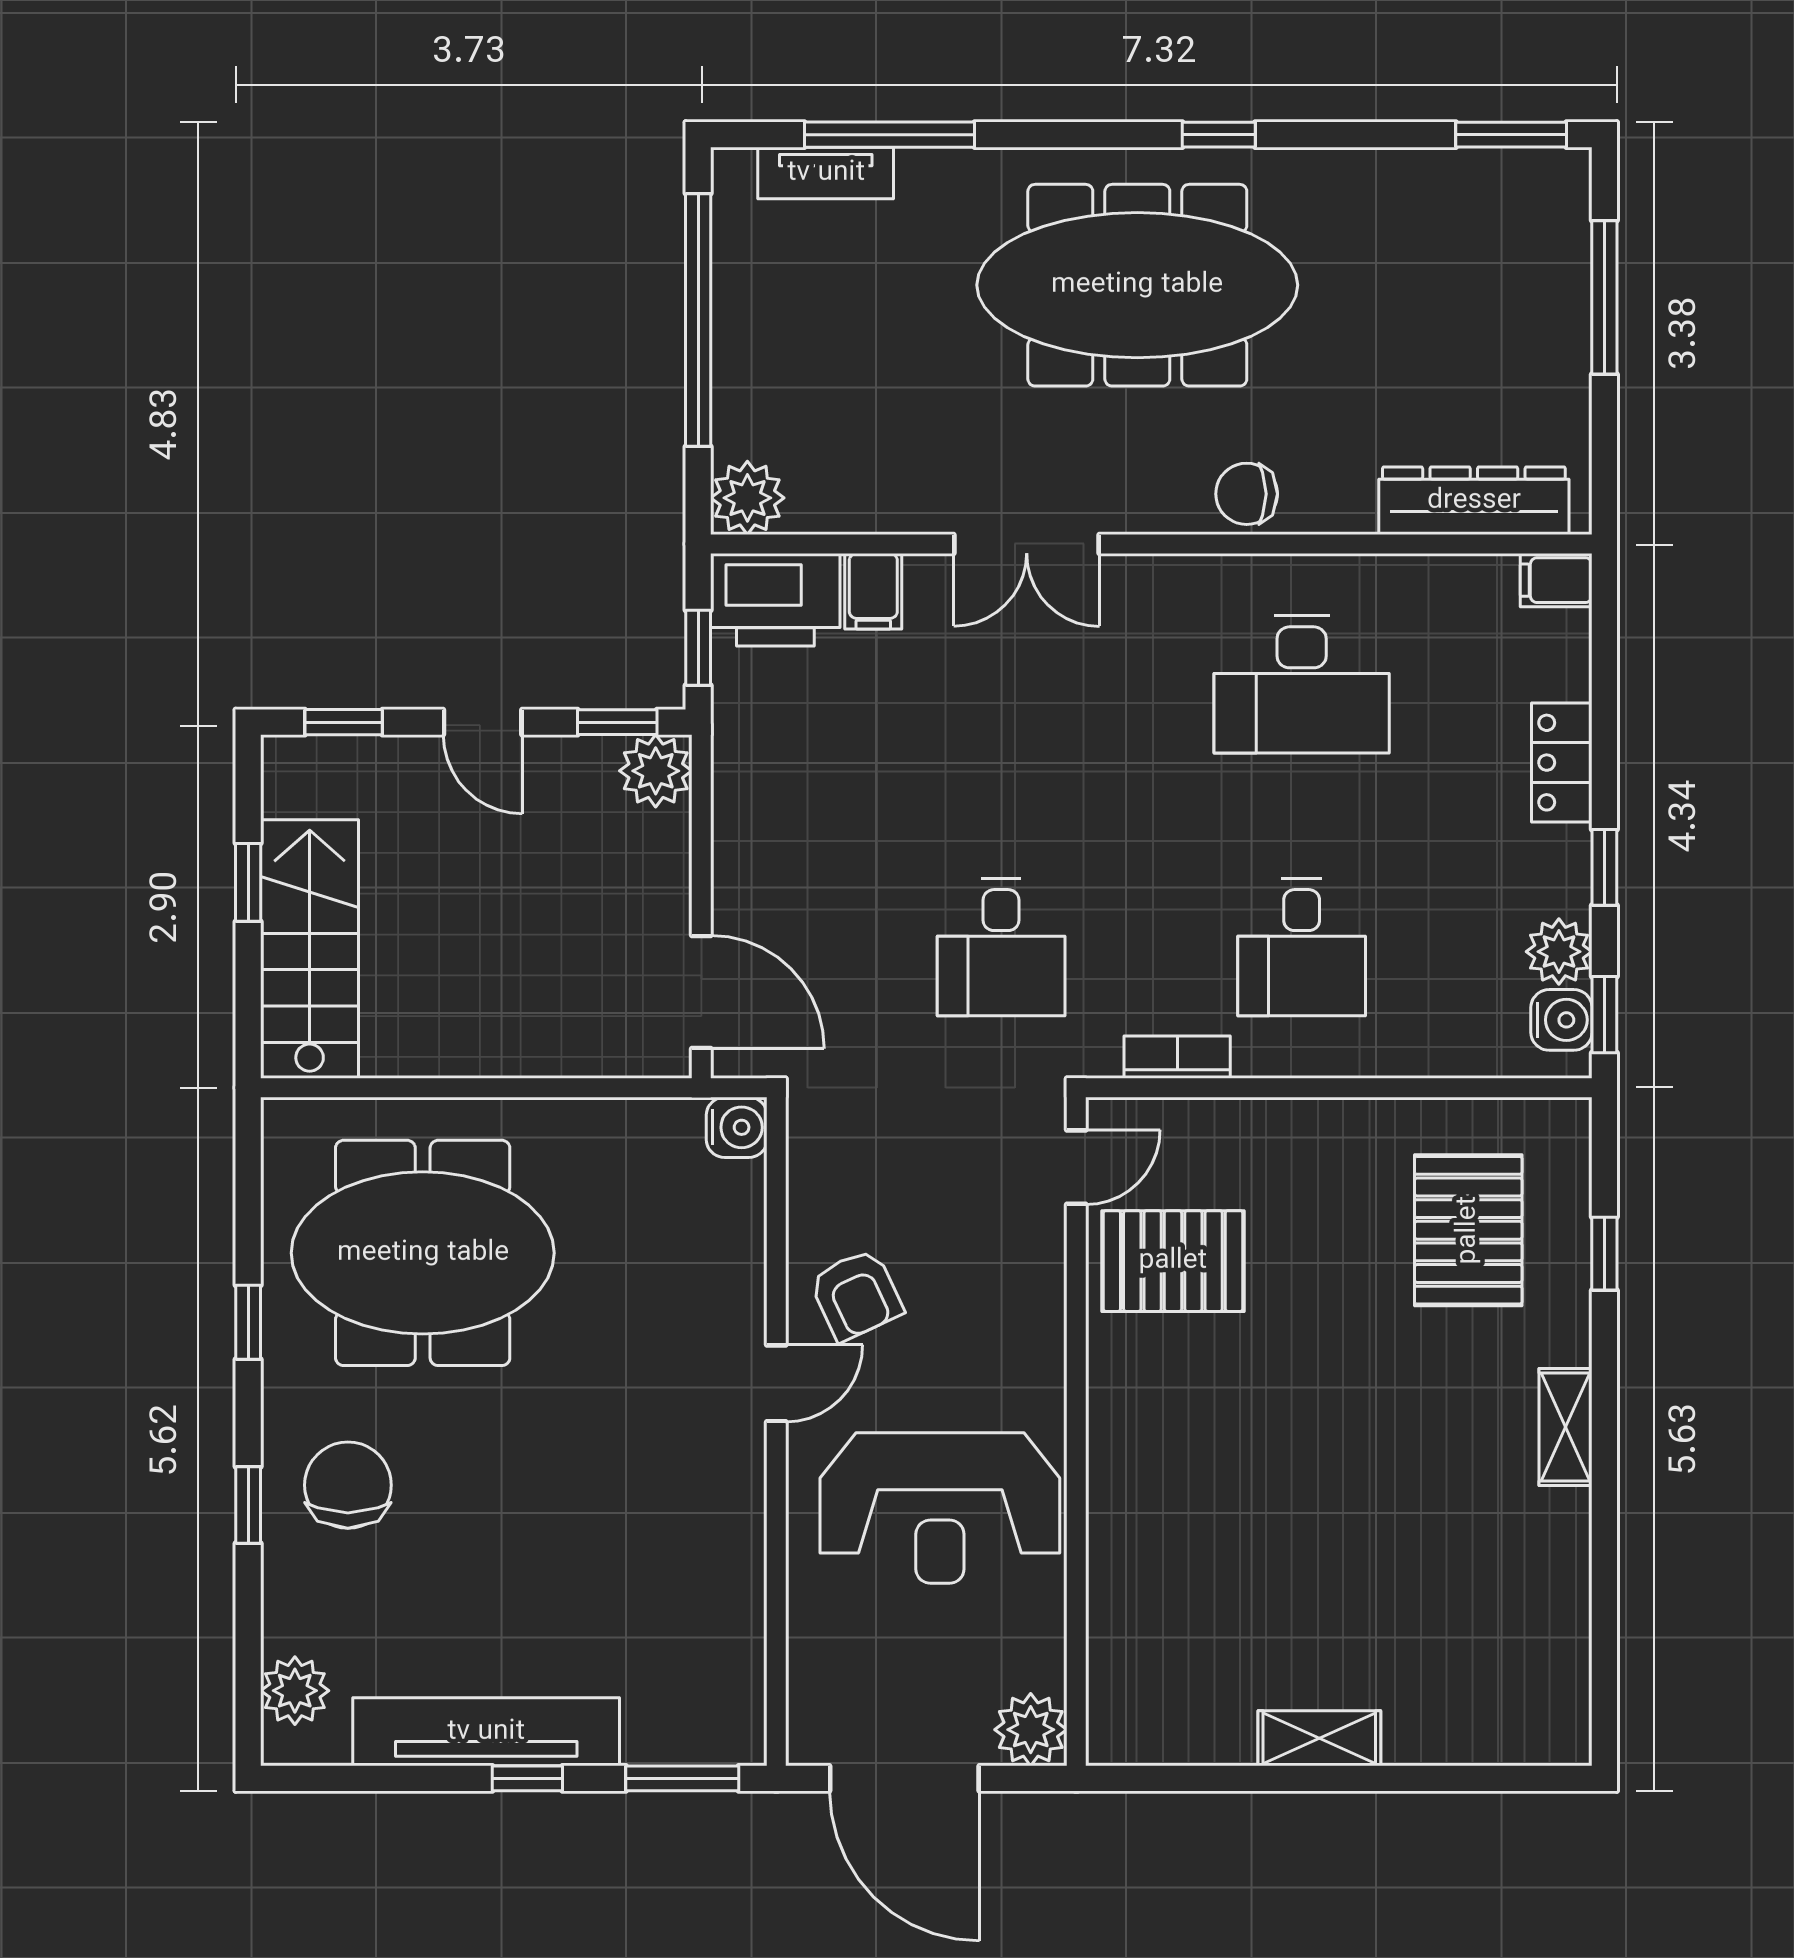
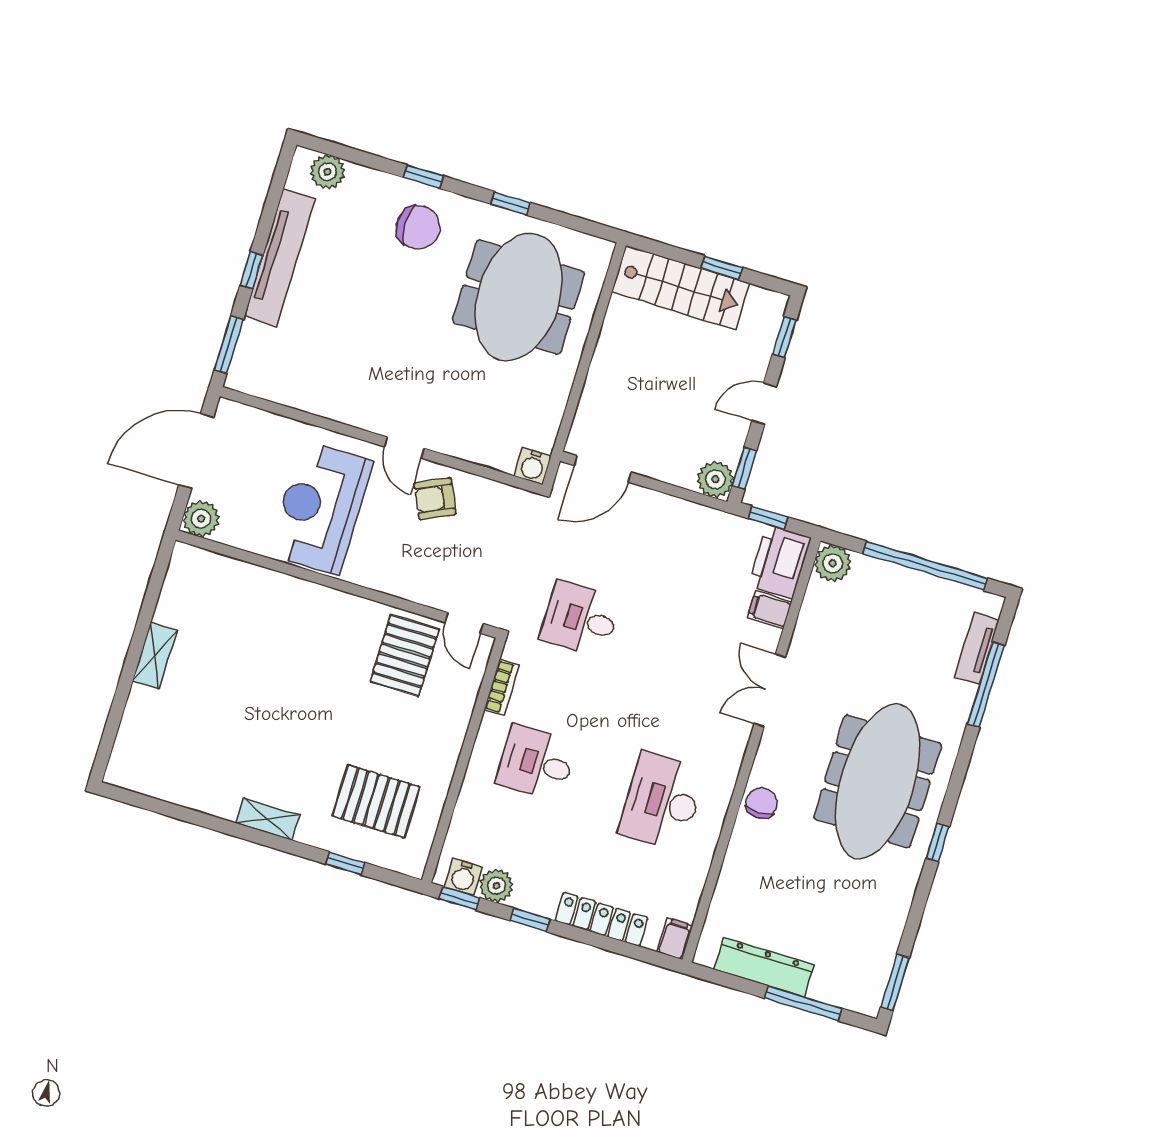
dresser: (1474, 501) -> (764, 967), moved, turned -90
locker: (1562, 763) -> (602, 919), width x1.53

